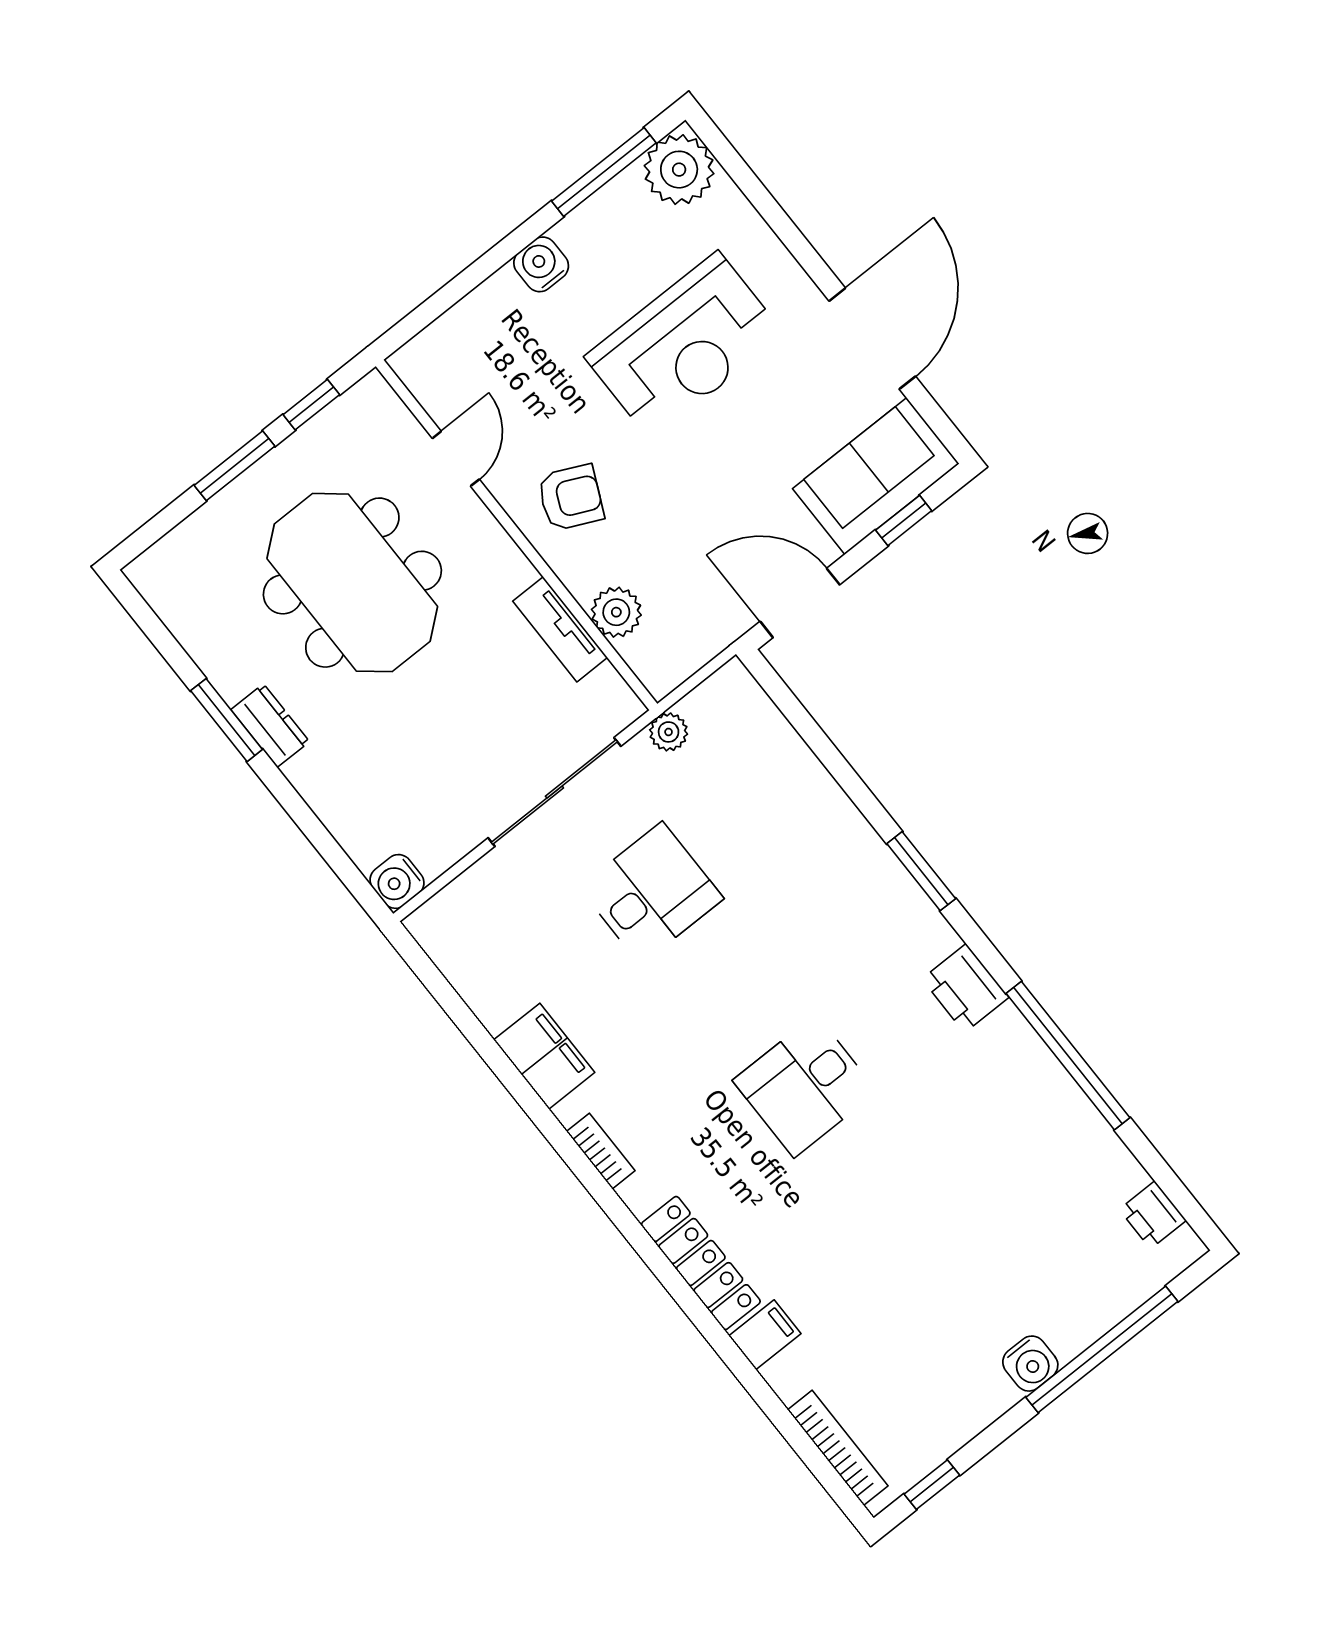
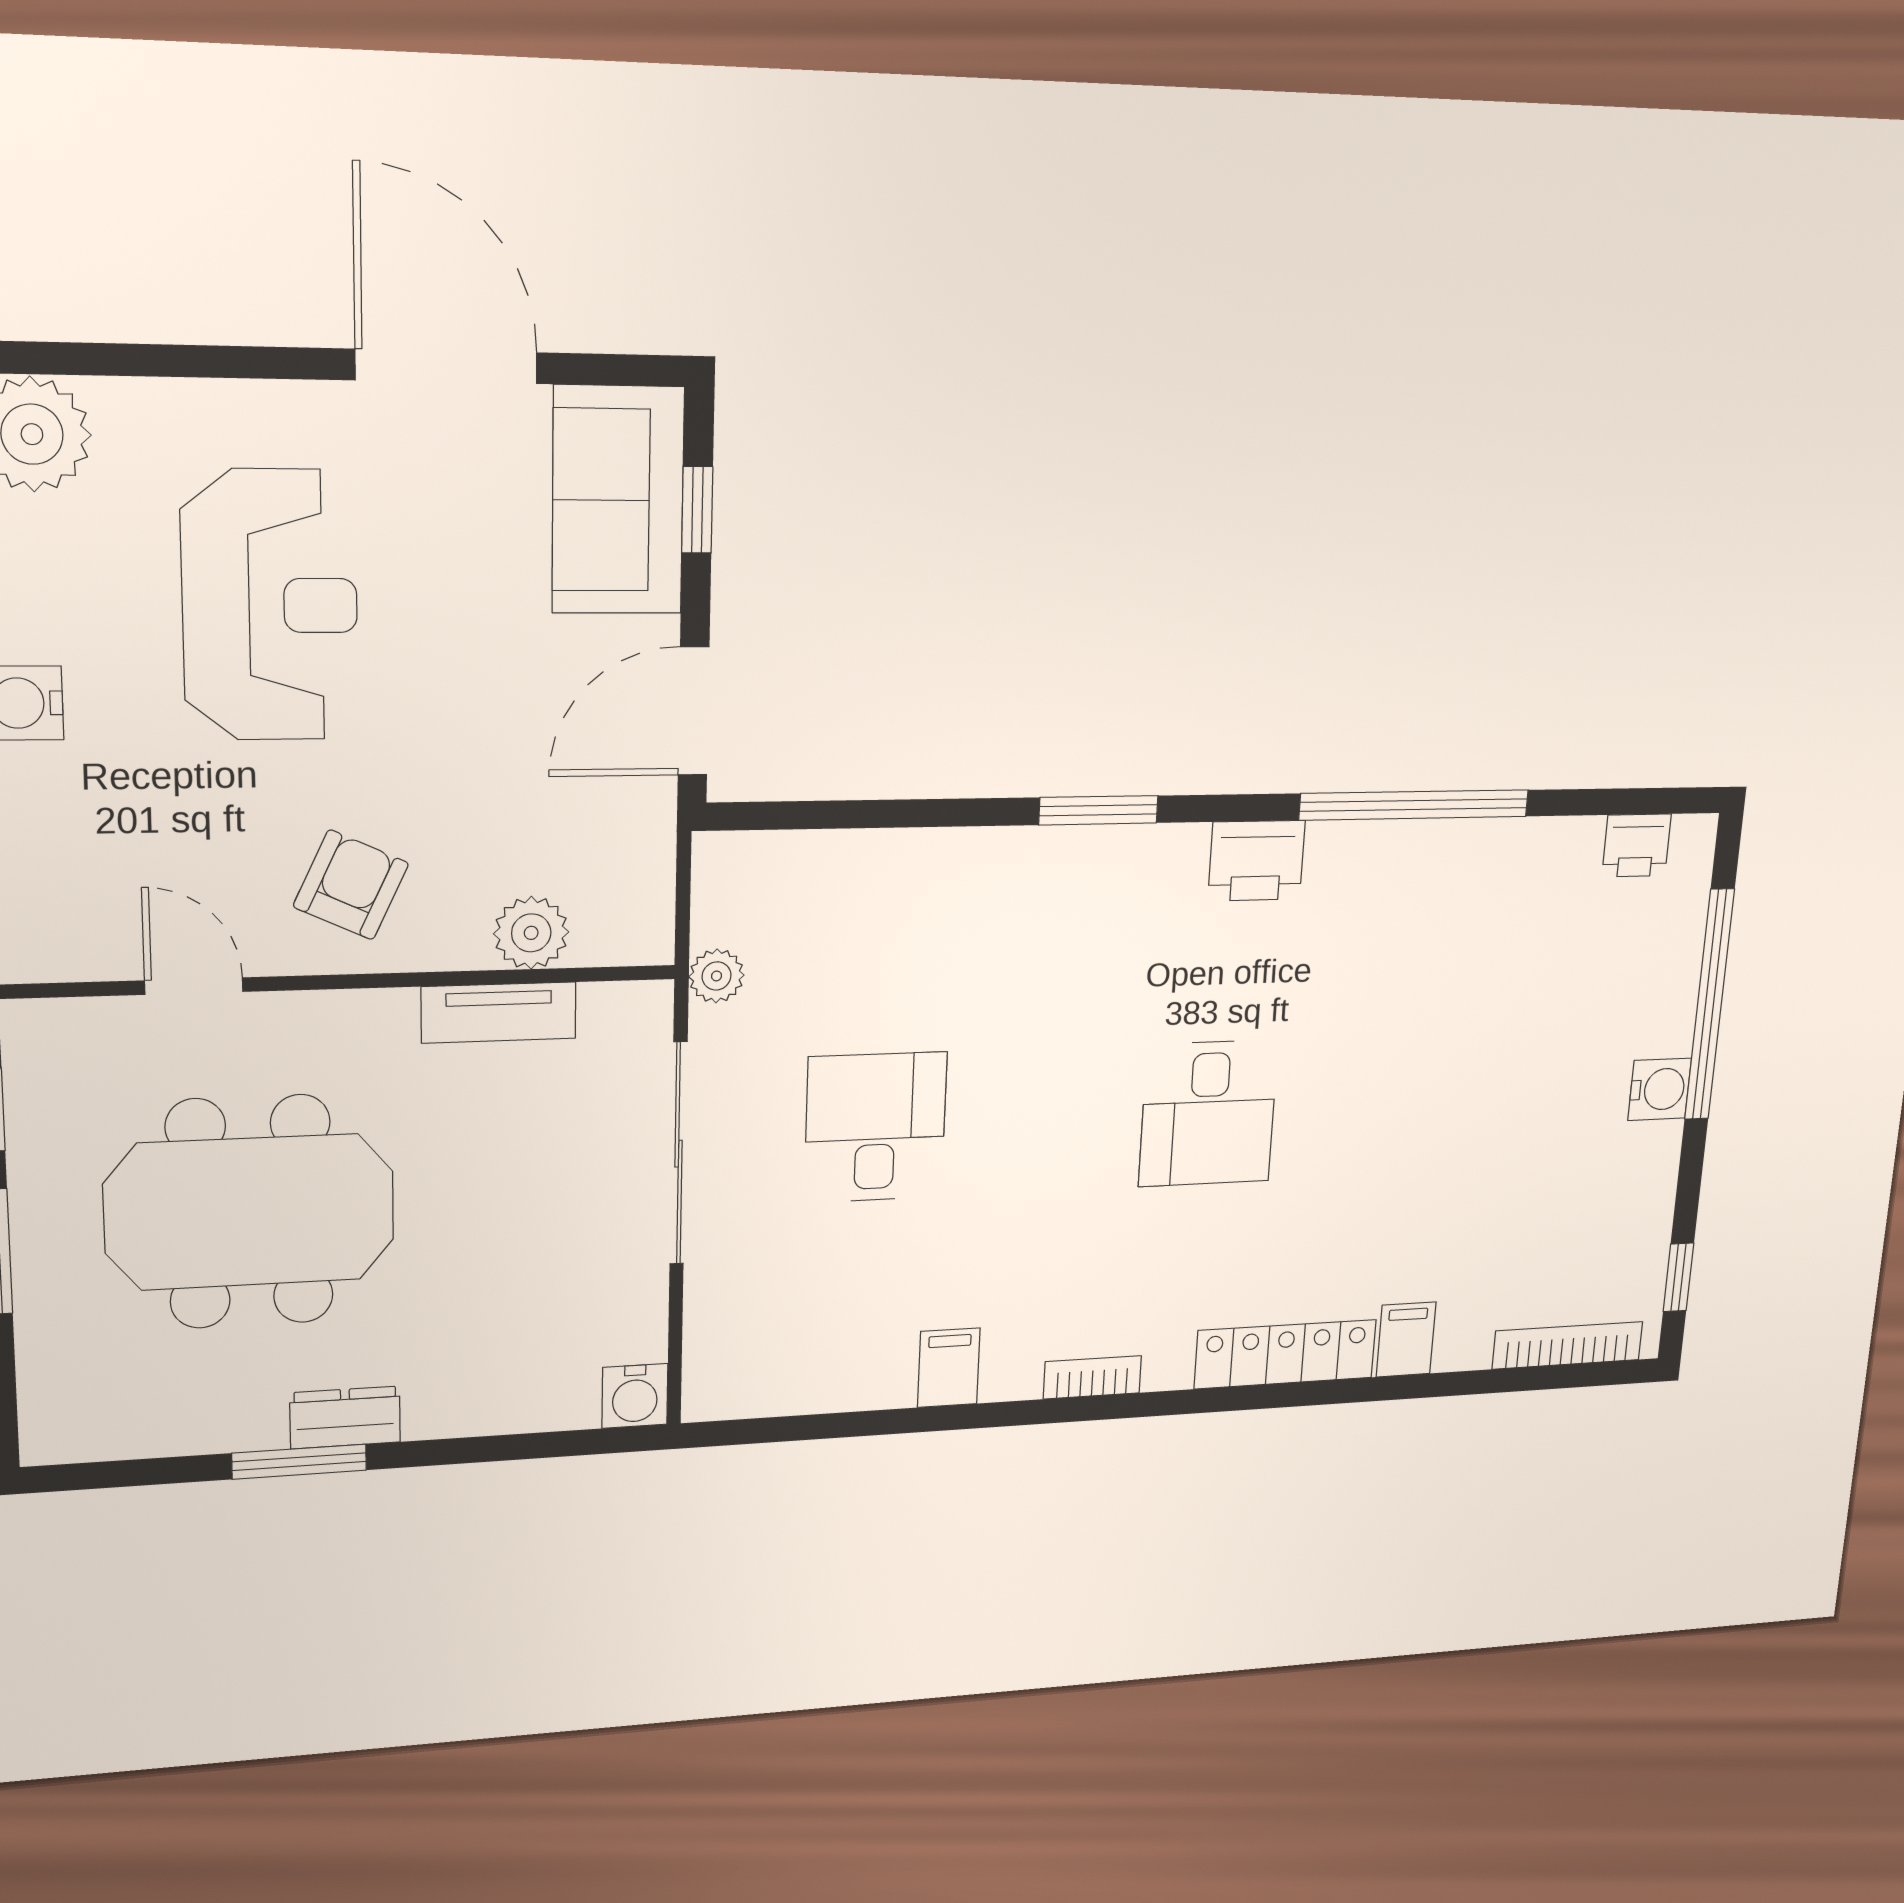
filing cabinet: (544, 1056) -> (949, 1368), width x0.50

